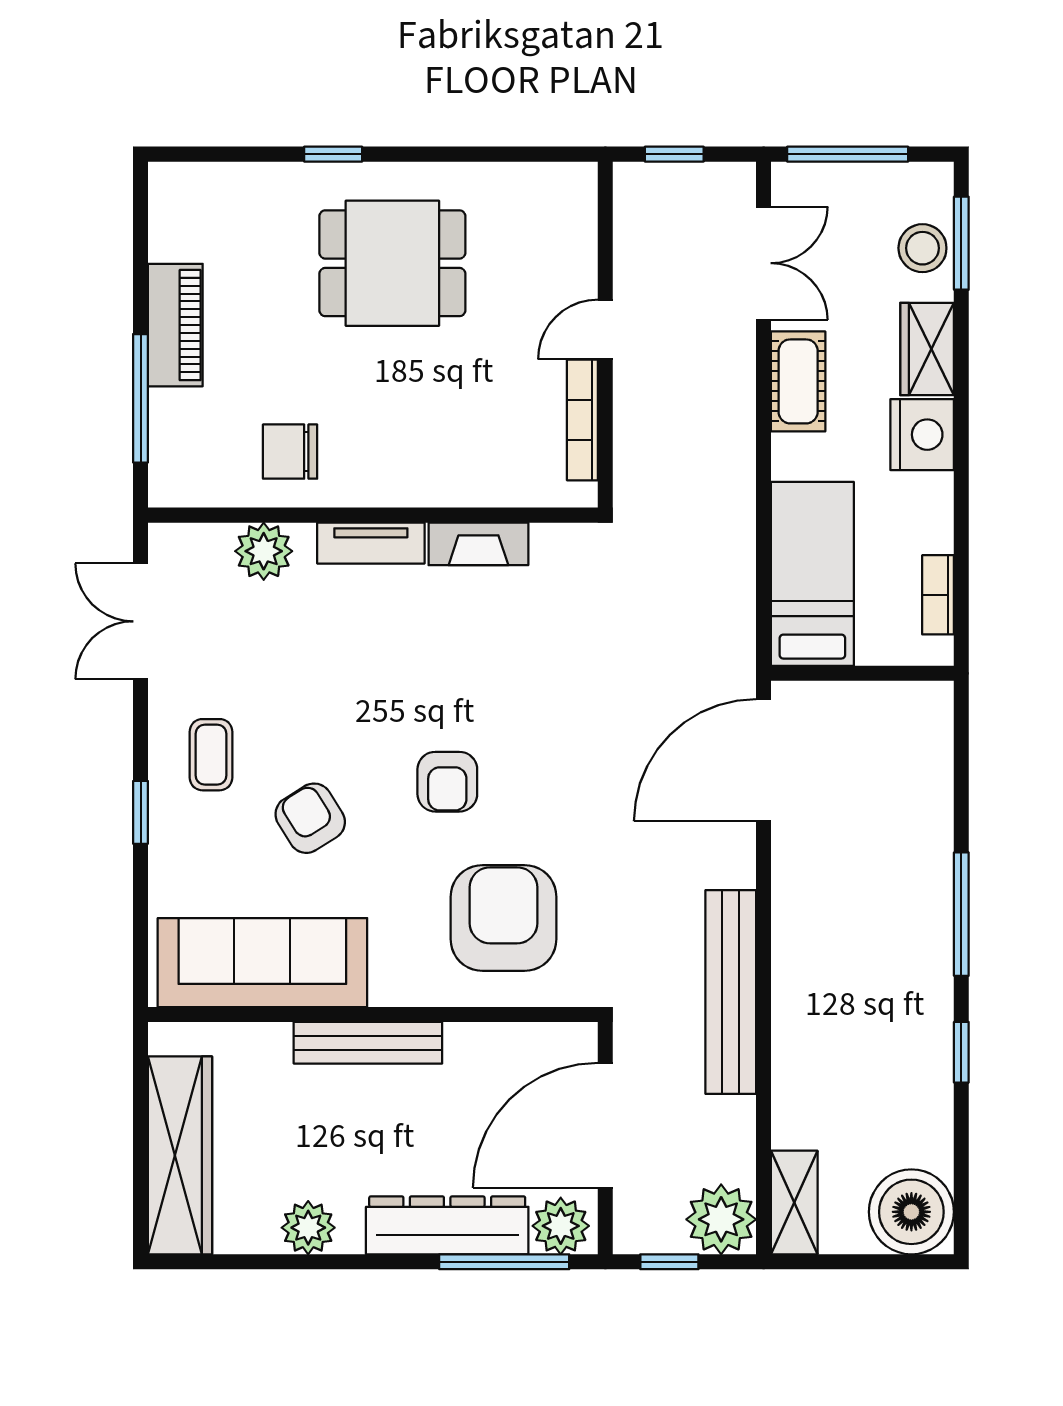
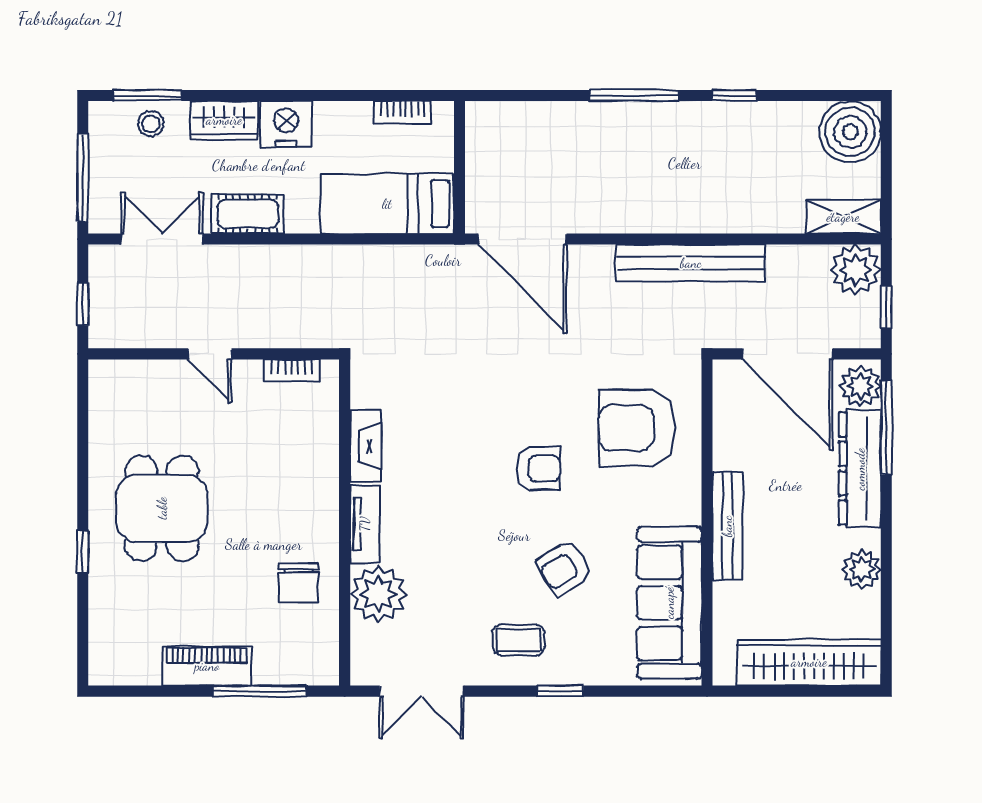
stool: (922, 248) -> (151, 124), width x0.73, depth x0.73
bookcase: (582, 420) -> (291, 370), width x0.64
plant: (264, 551) -> (378, 594), width x1.36, depth x1.36

